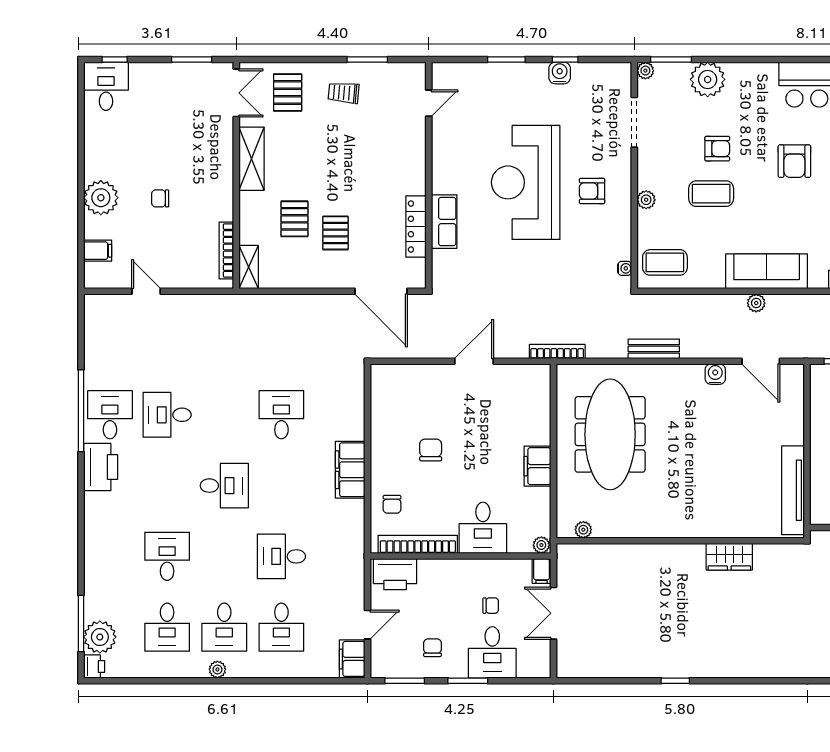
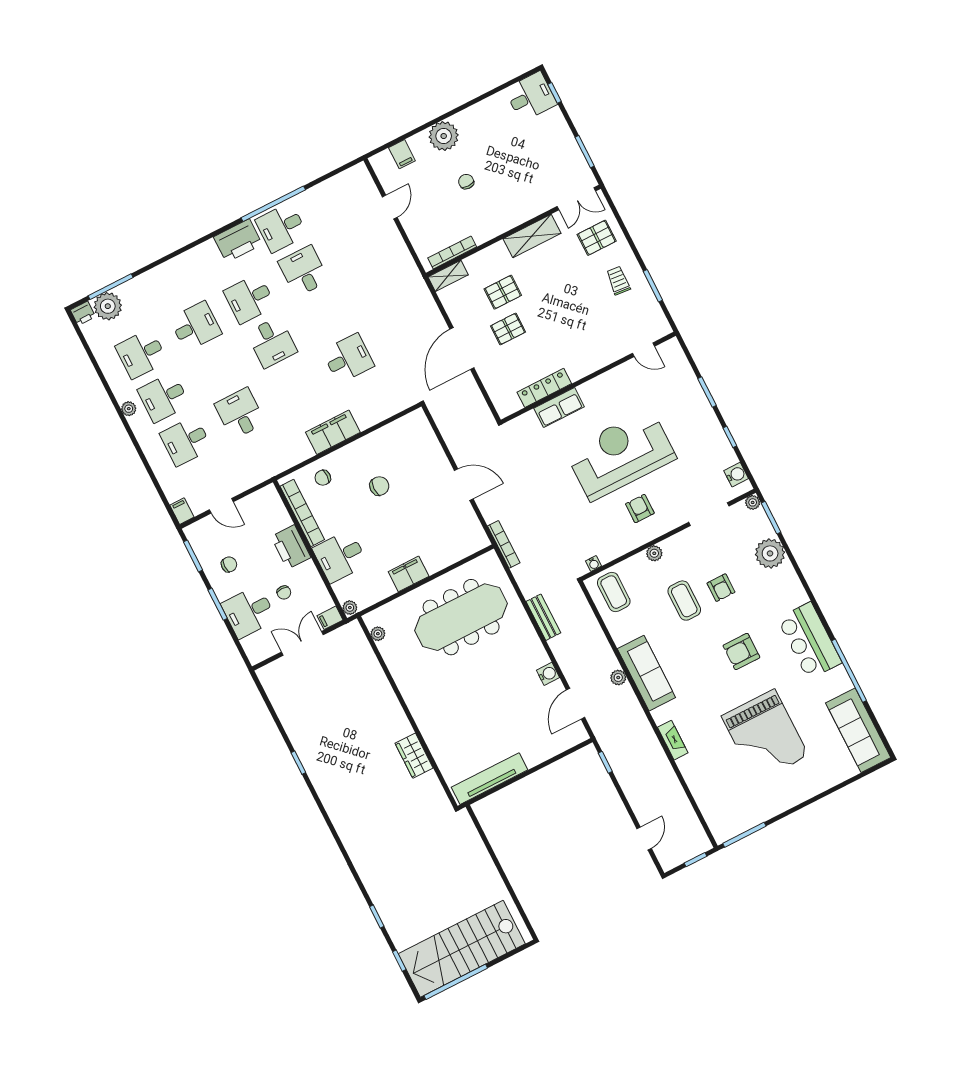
water cooler: (560, 73) -> (736, 475), moved
door: (381, 291) -> (462, 348), moved
desk: (110, 415) -> (281, 227), turned 180
desk: (167, 486) -> (250, 299), added
printer: (395, 574) -> (291, 547), moved
filing cabinet: (352, 659) -> (182, 511), width x0.50

